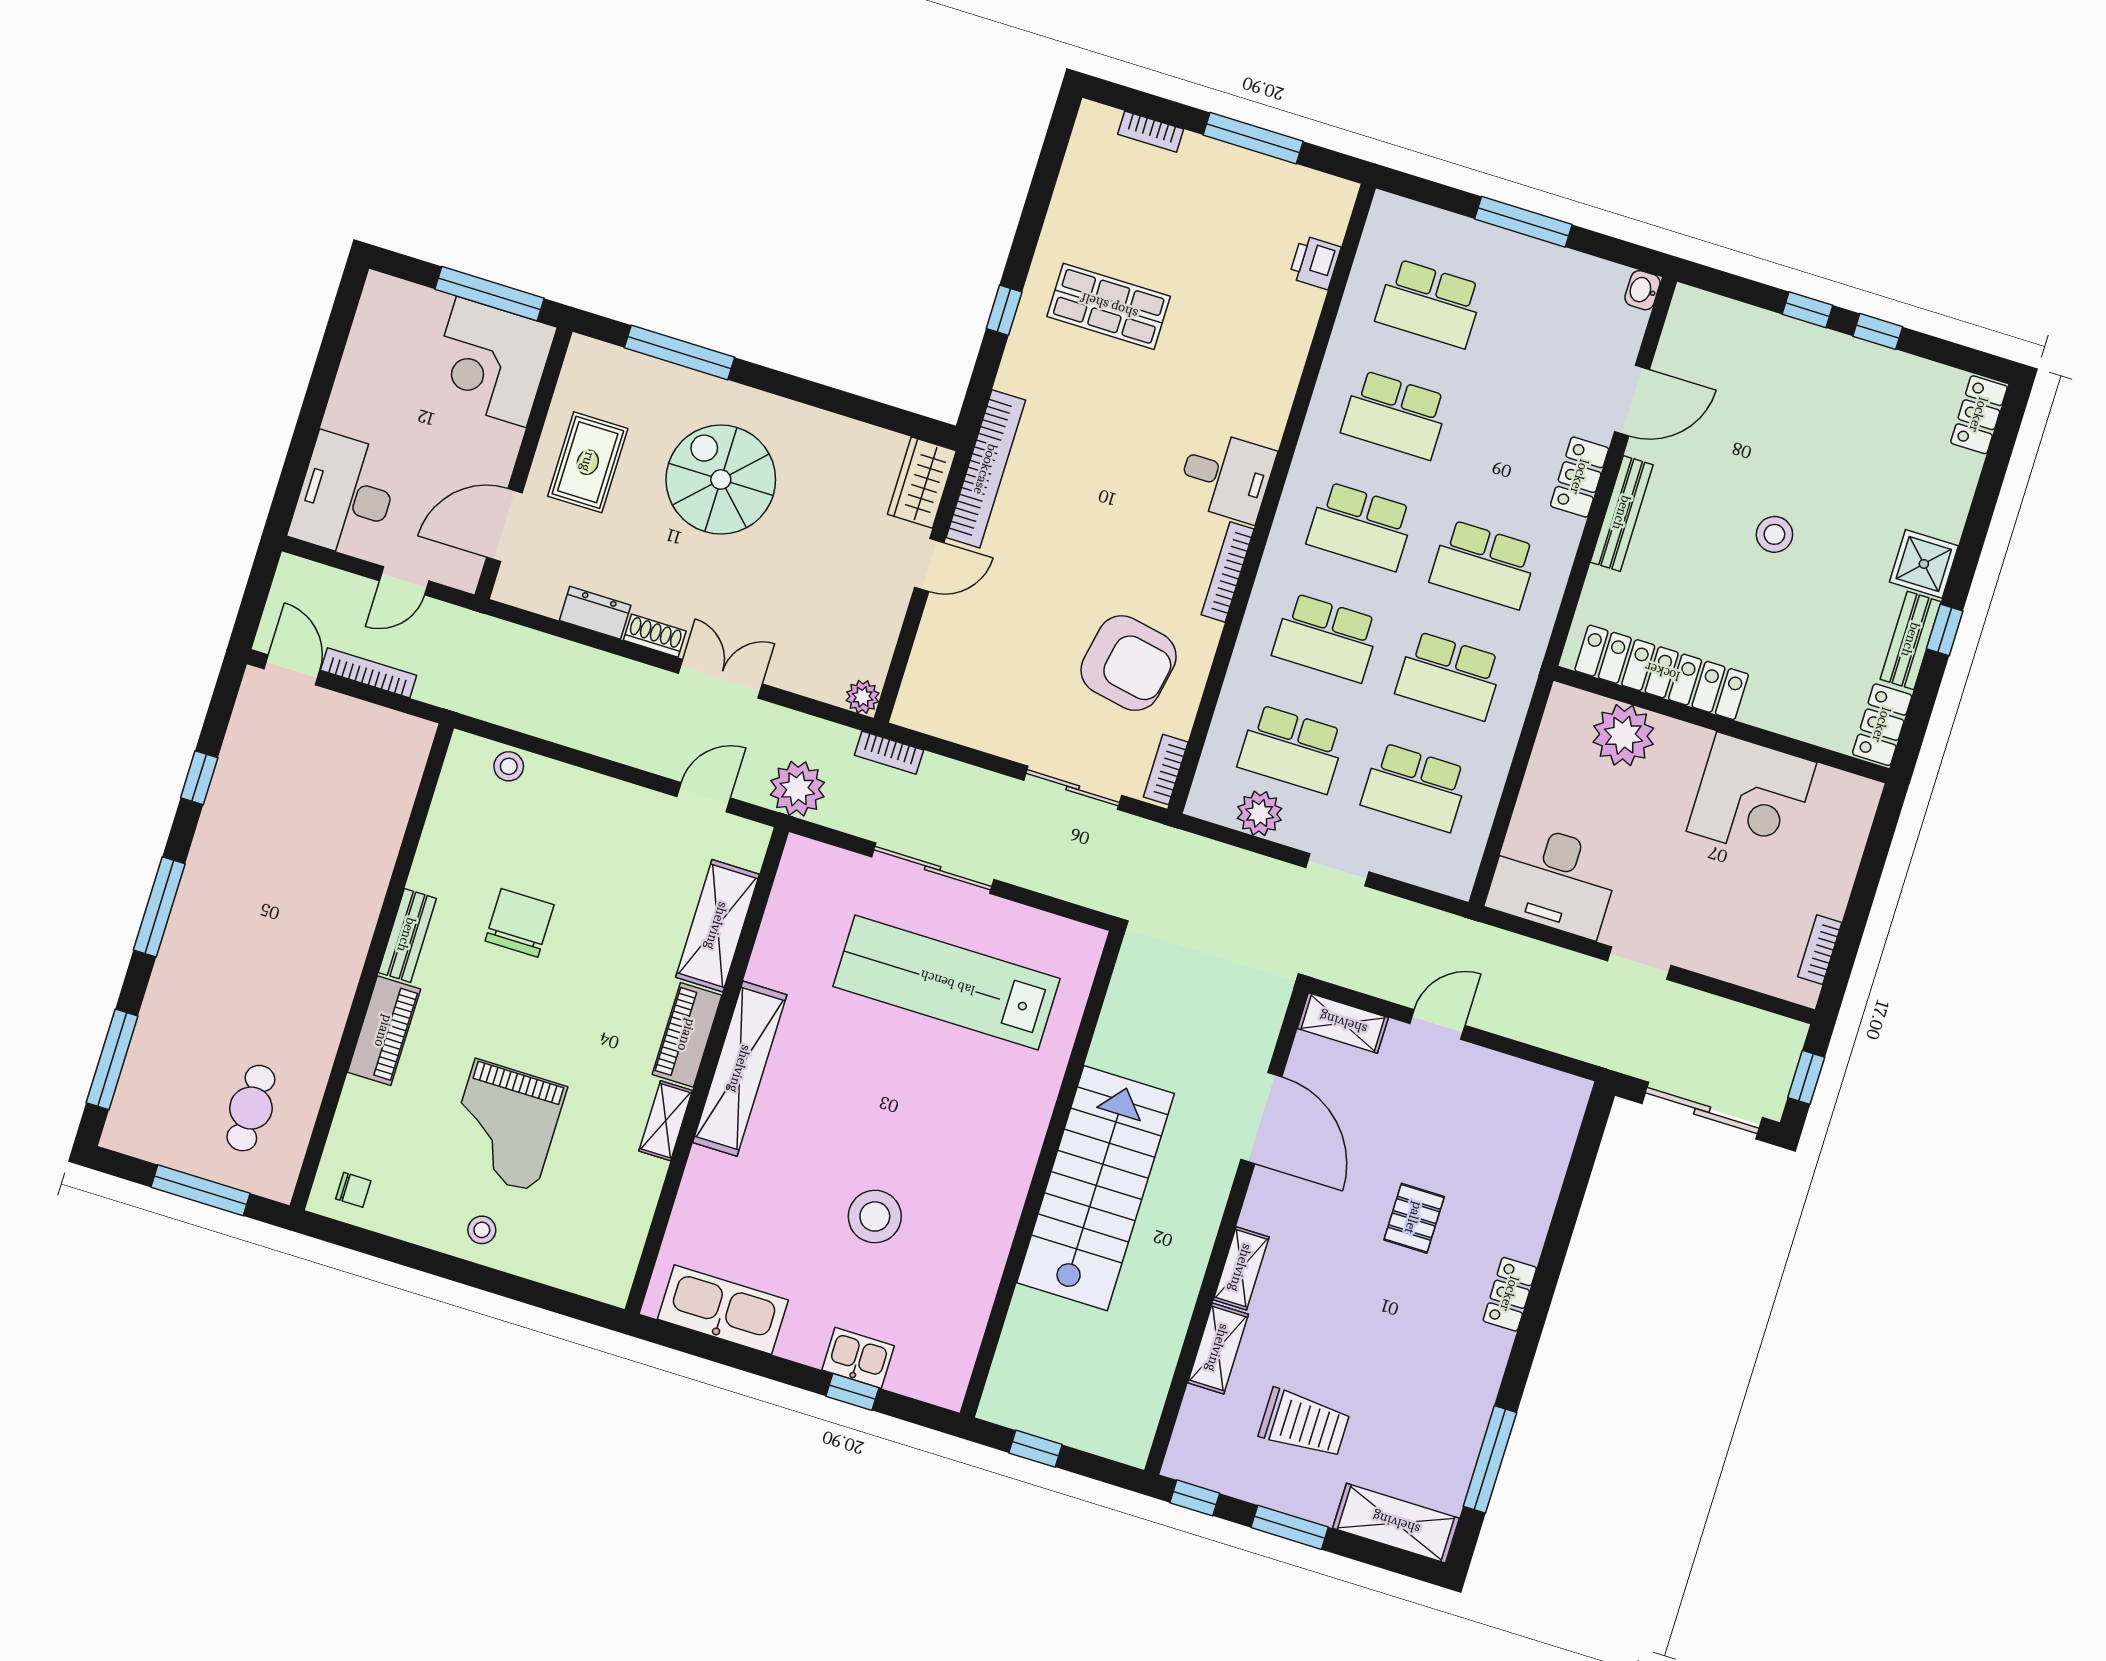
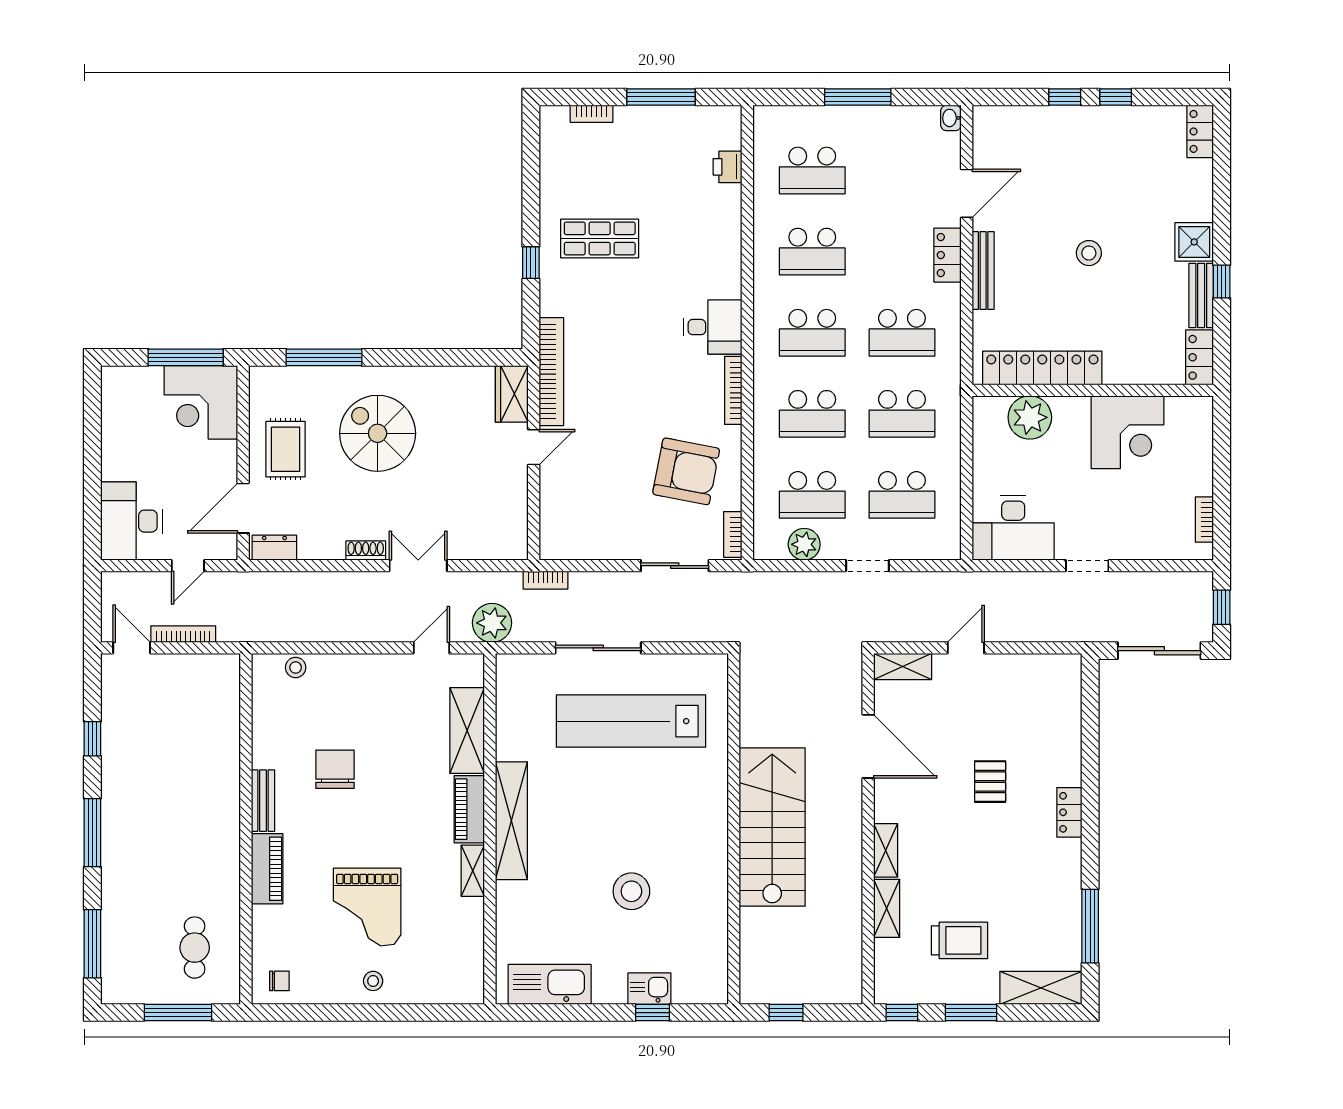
dresser: (595, 613) -> (274, 548), moved
plant: (863, 697) -> (516, 549), removed

